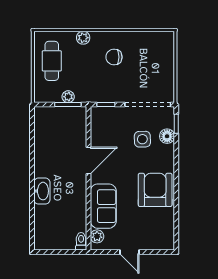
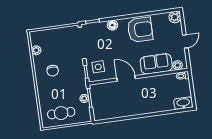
plant: (83, 38) -> (36, 50), moved
floor lamp: (167, 136) -> (112, 25), moved
side table: (142, 139) -> (98, 67), moved
armchair: (155, 190) -> (140, 30), turned 180
washbasin: (42, 191) -> (183, 103), moved
plant: (166, 242) -> (175, 17), added

